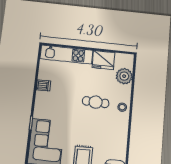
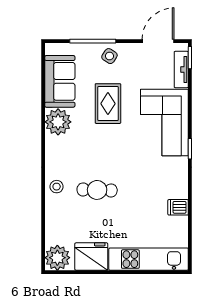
plant: (124, 76) -> (57, 258), moved
plant: (118, 150) -> (58, 122), added

